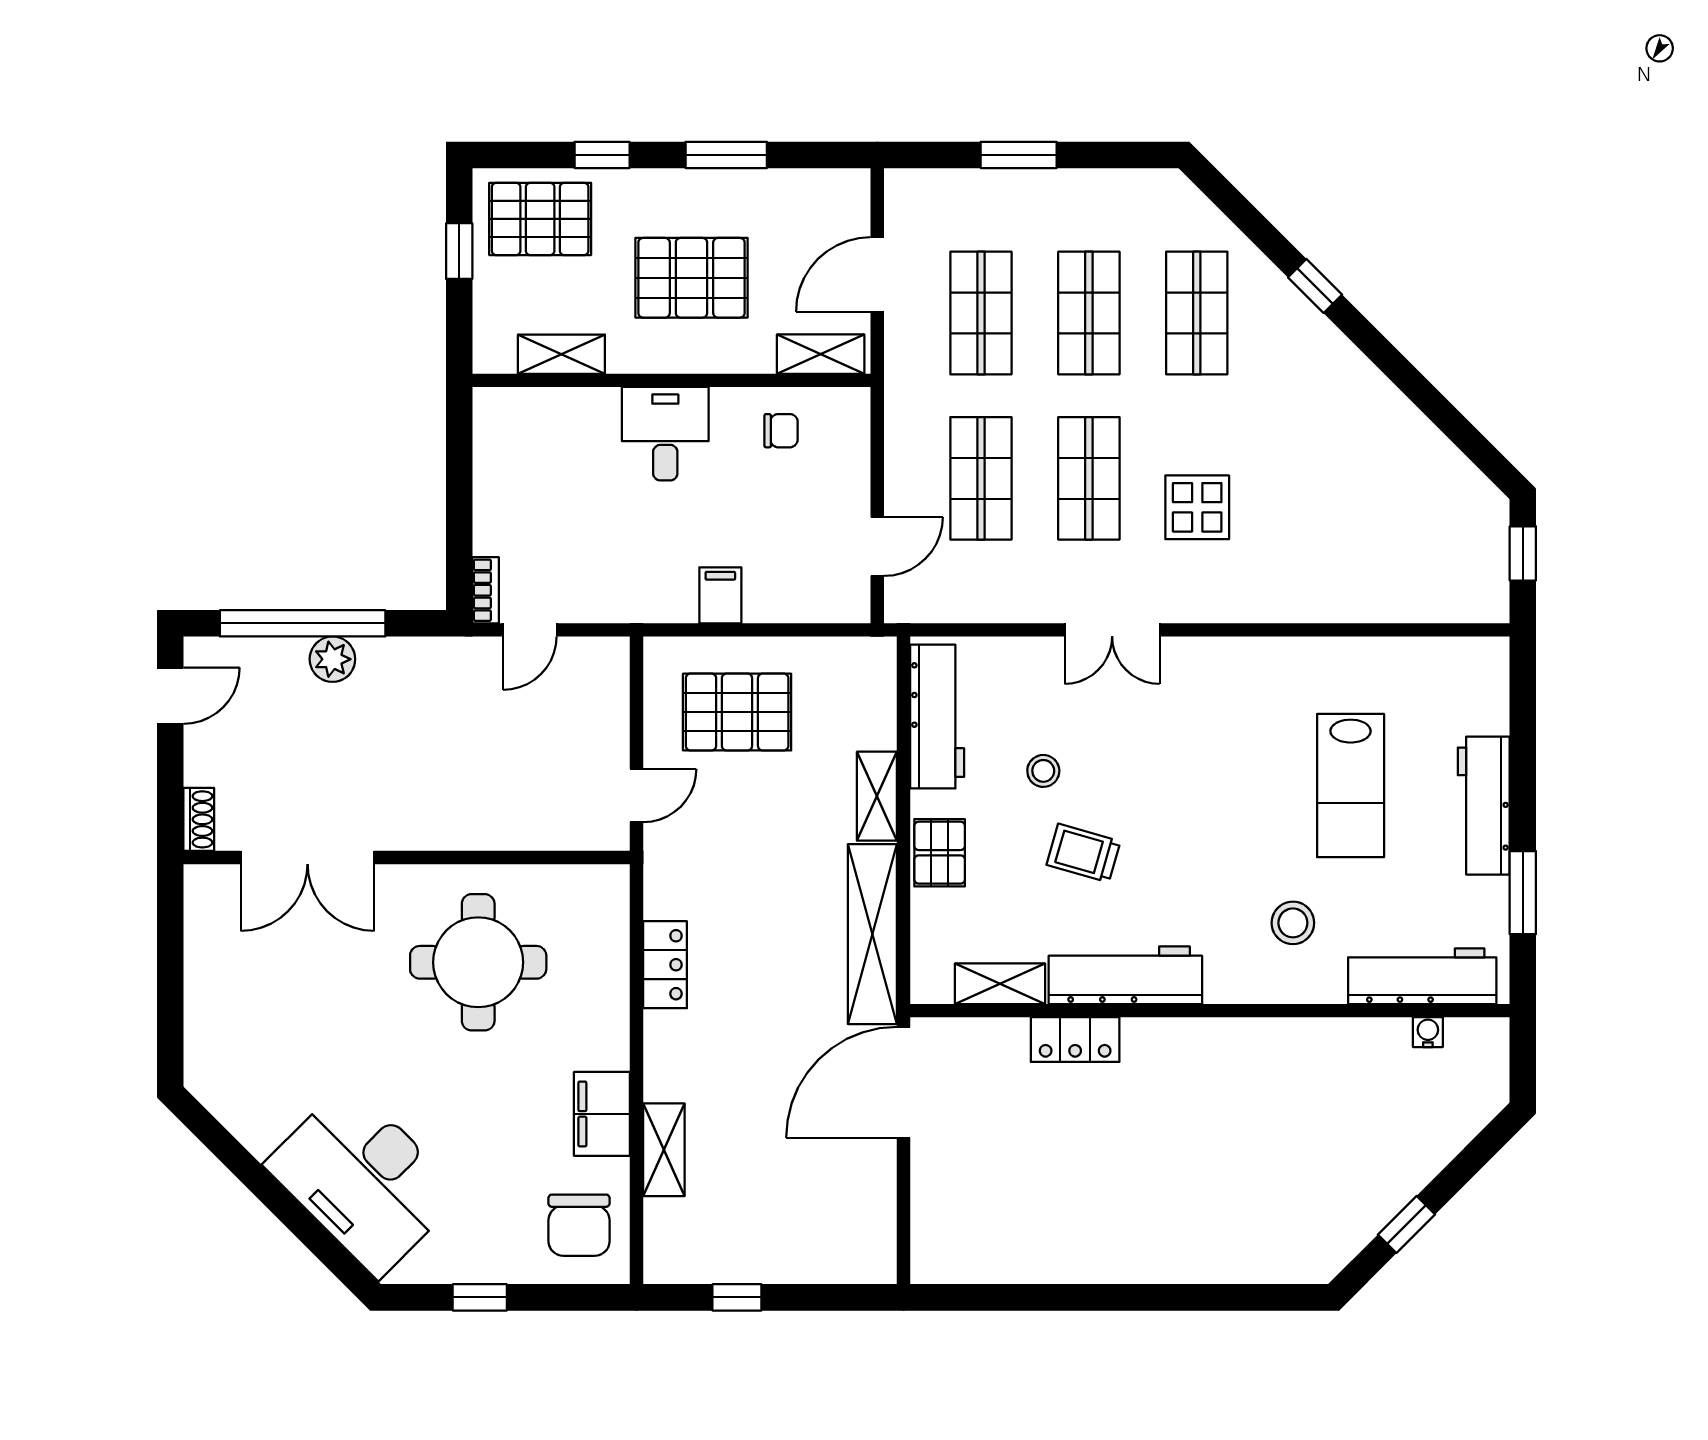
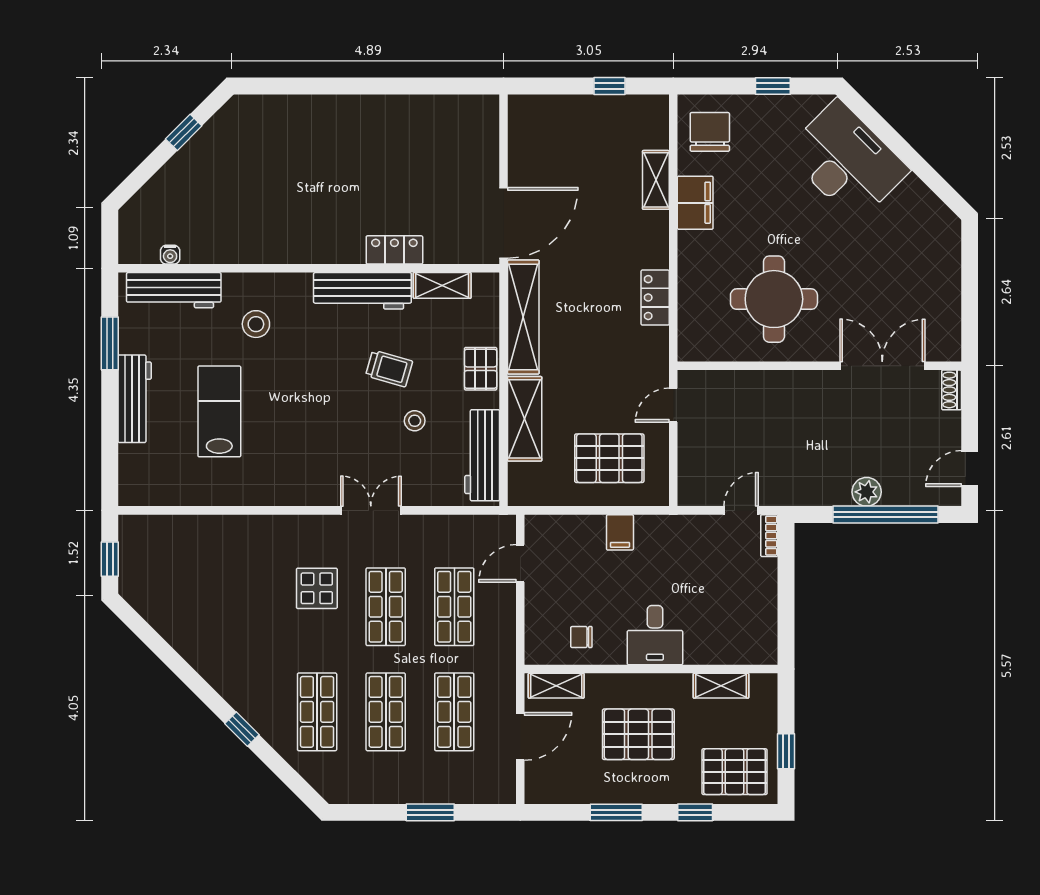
shelving: (877, 796) -> (525, 419), width x1.50, depth x1.33

